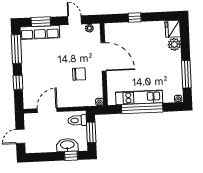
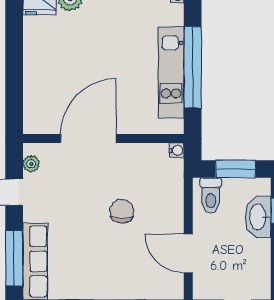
window: (135, 18) -> (14, 74), removed
window: (41, 22) -> (14, 258), width x1.44
chair: (79, 74) -> (122, 211), moved

